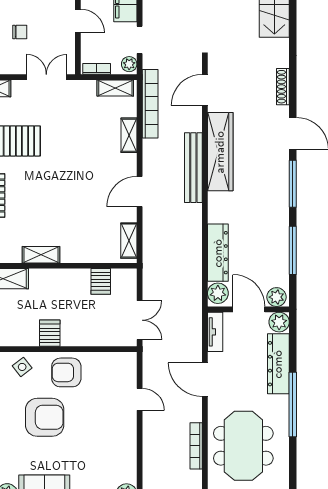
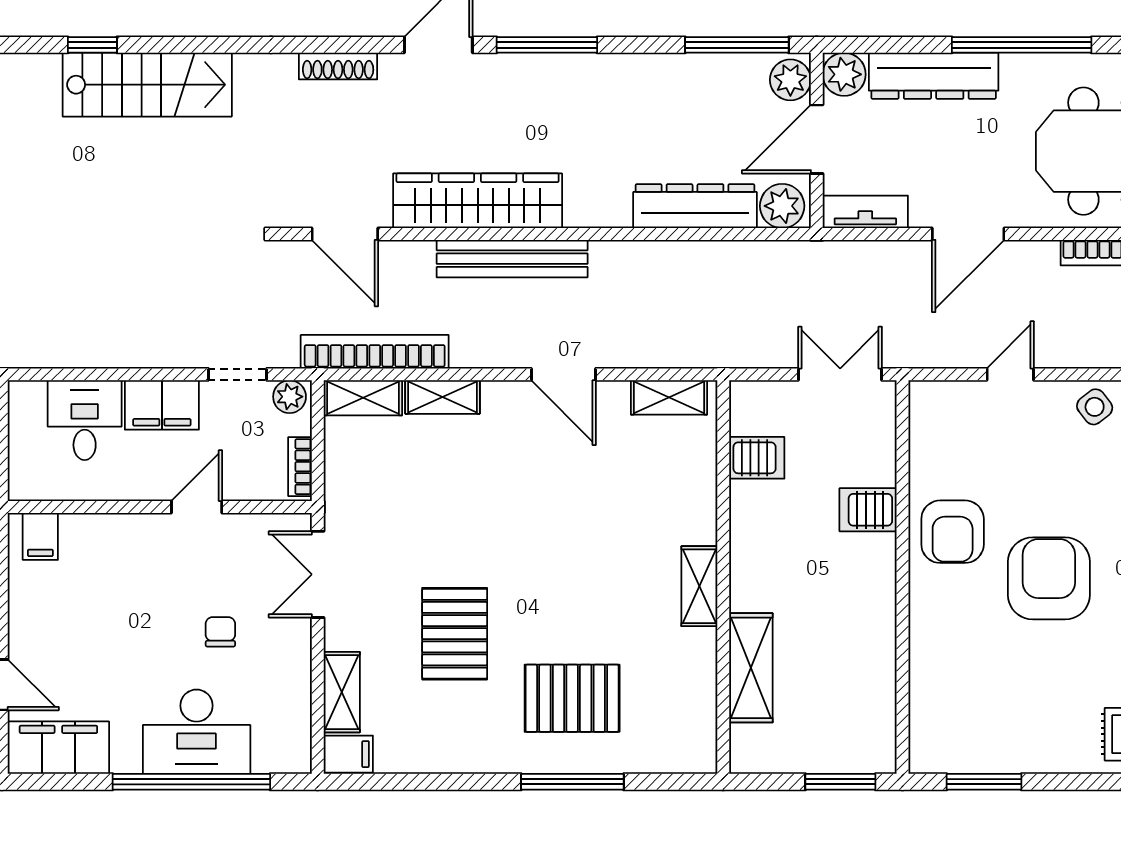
shelving: (115, 88) -> (363, 398), moved, turned 90
window: (293, 250) -> (737, 45), moved
server rack: (50, 333) -> (868, 510), moved
side table: (22, 367) -> (1095, 407), moved

